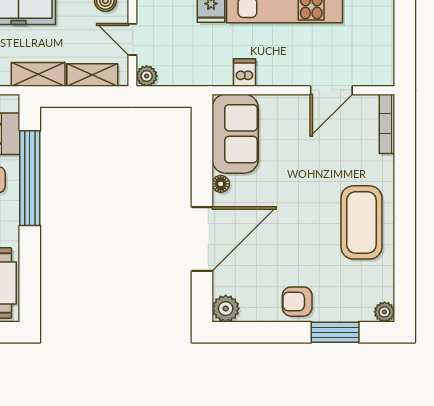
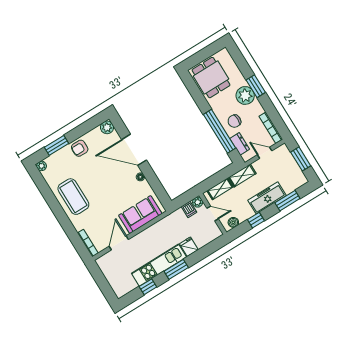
dishwasher: (245, 73) -> (189, 209), moved
sofa: (235, 134) -> (140, 215), moved, turned 90
door: (202, 239) -> (134, 150), hinge flipped
armchair: (297, 302) -> (80, 148), turned 180

